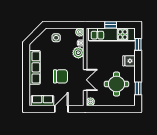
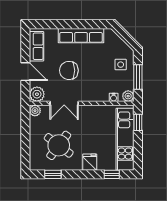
window: (65, 25) -> (138, 77), added
window: (111, 25) -> (138, 122), moved
plant: (78, 53) -> (37, 94), moved
chair: (61, 76) -> (69, 70), turned 90
round table: (116, 84) -> (59, 145), turned 37

